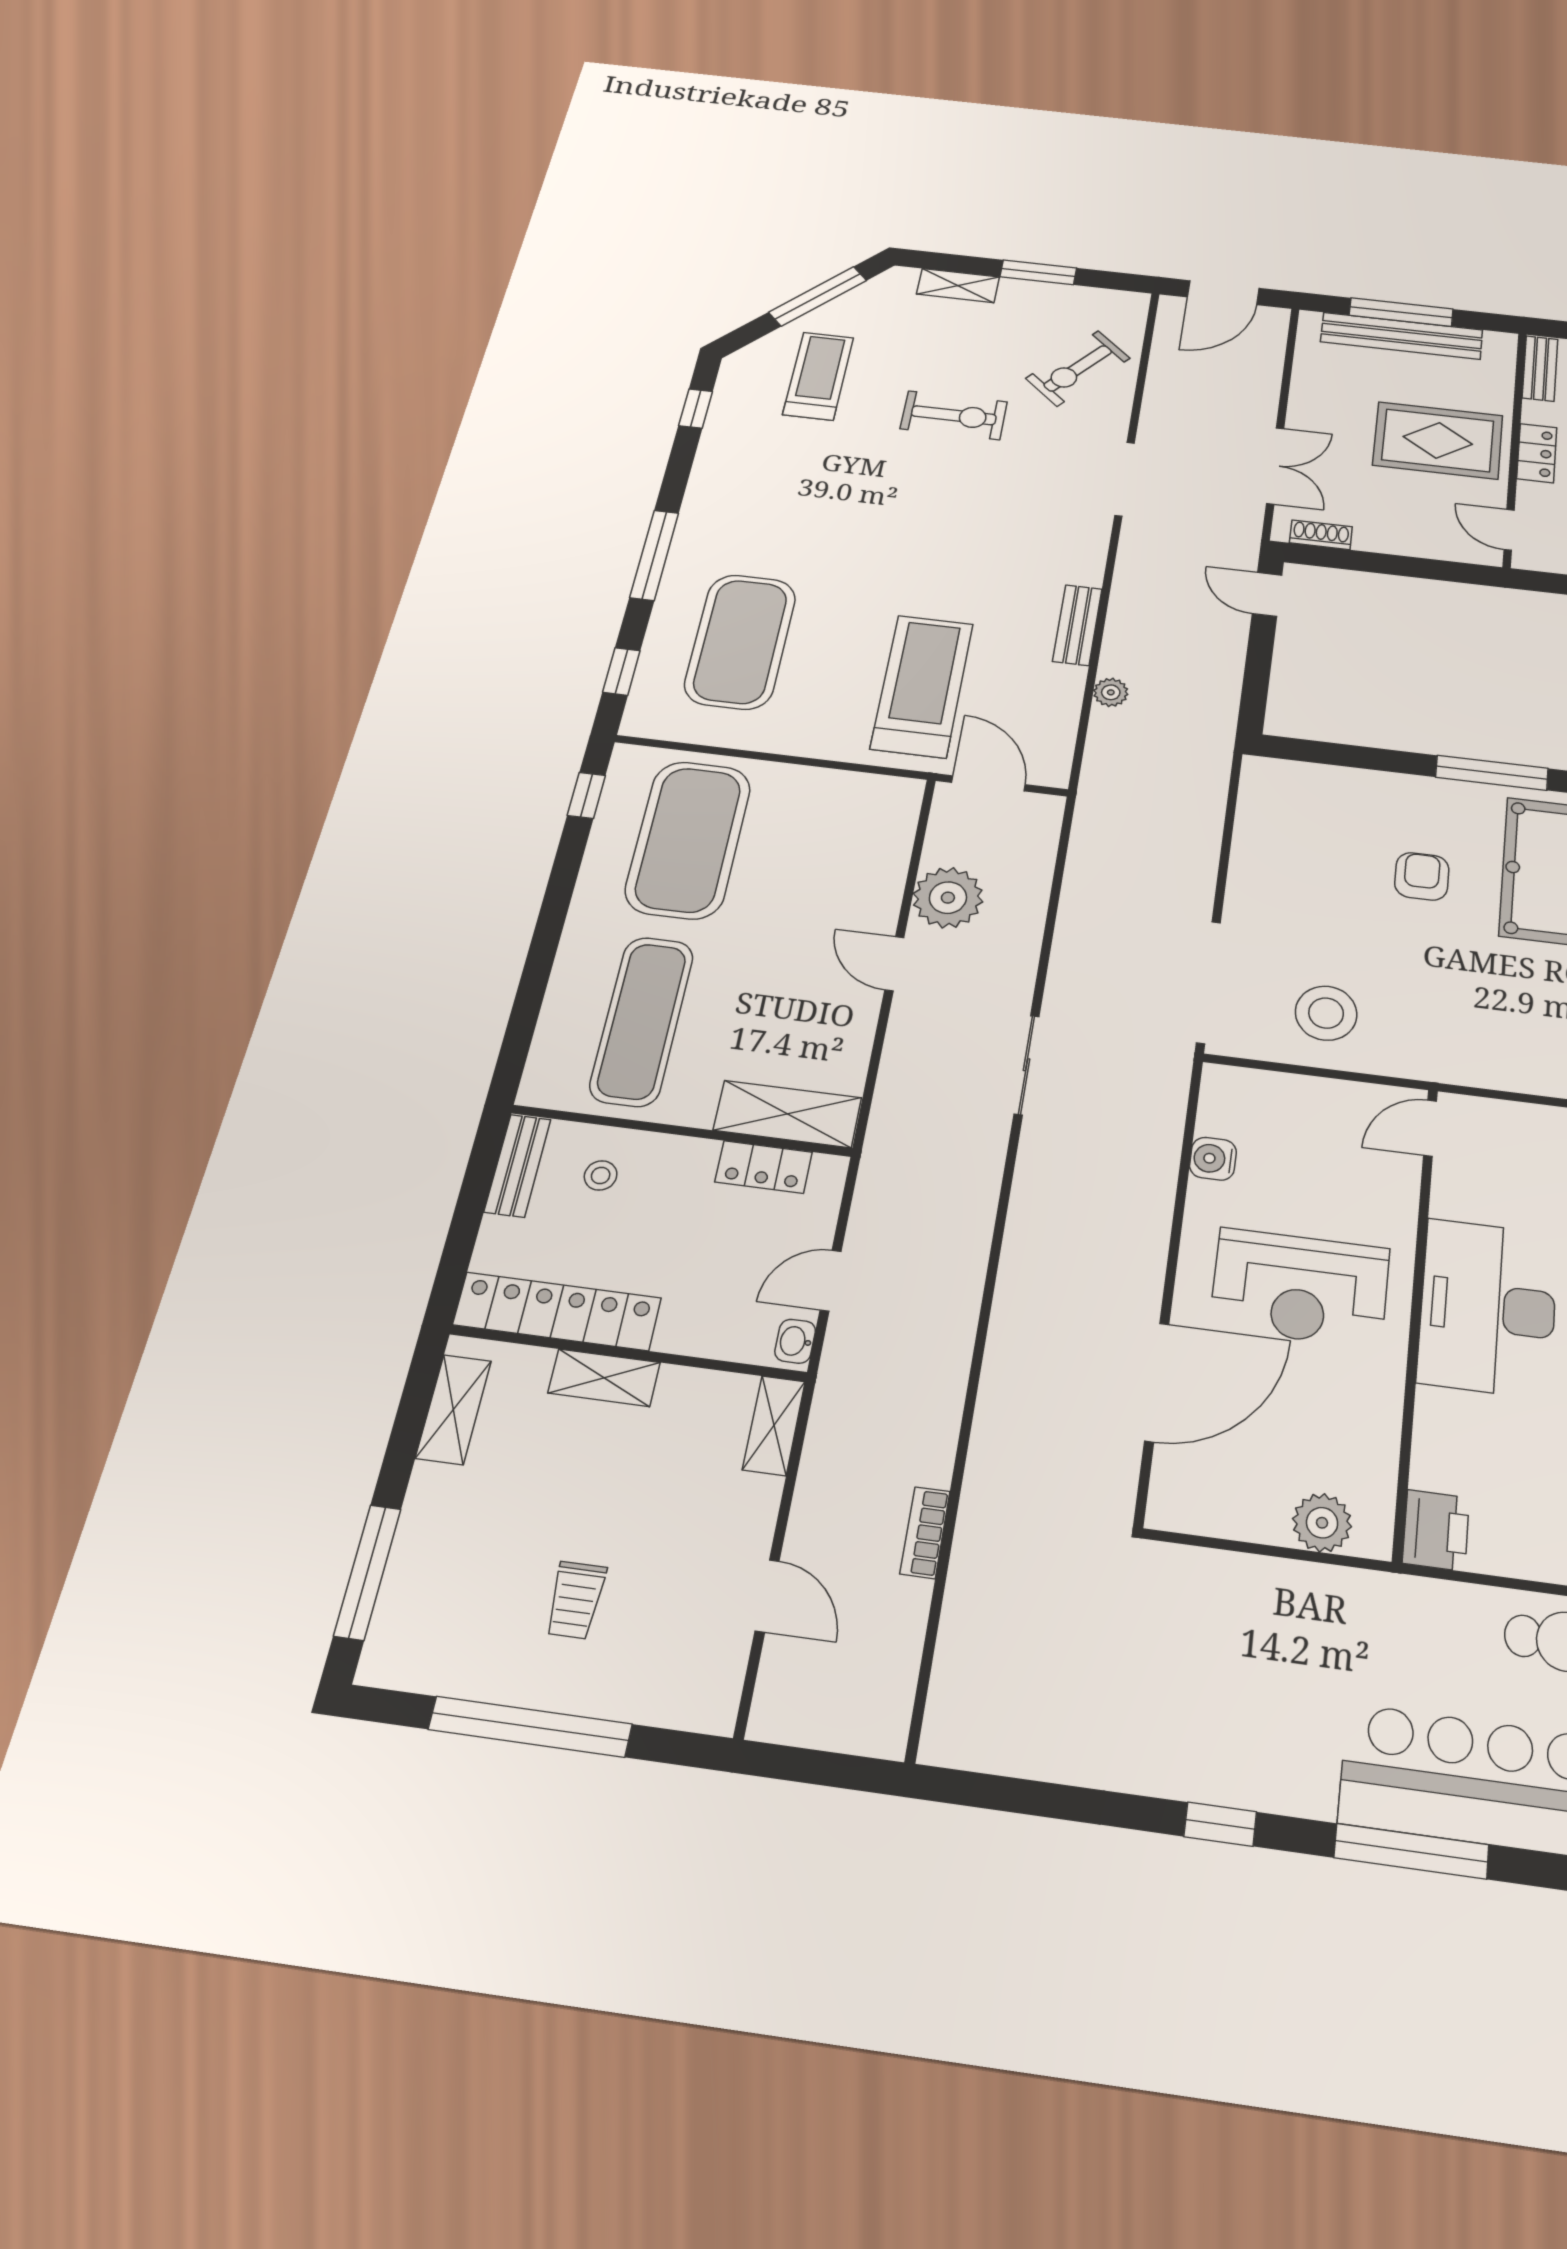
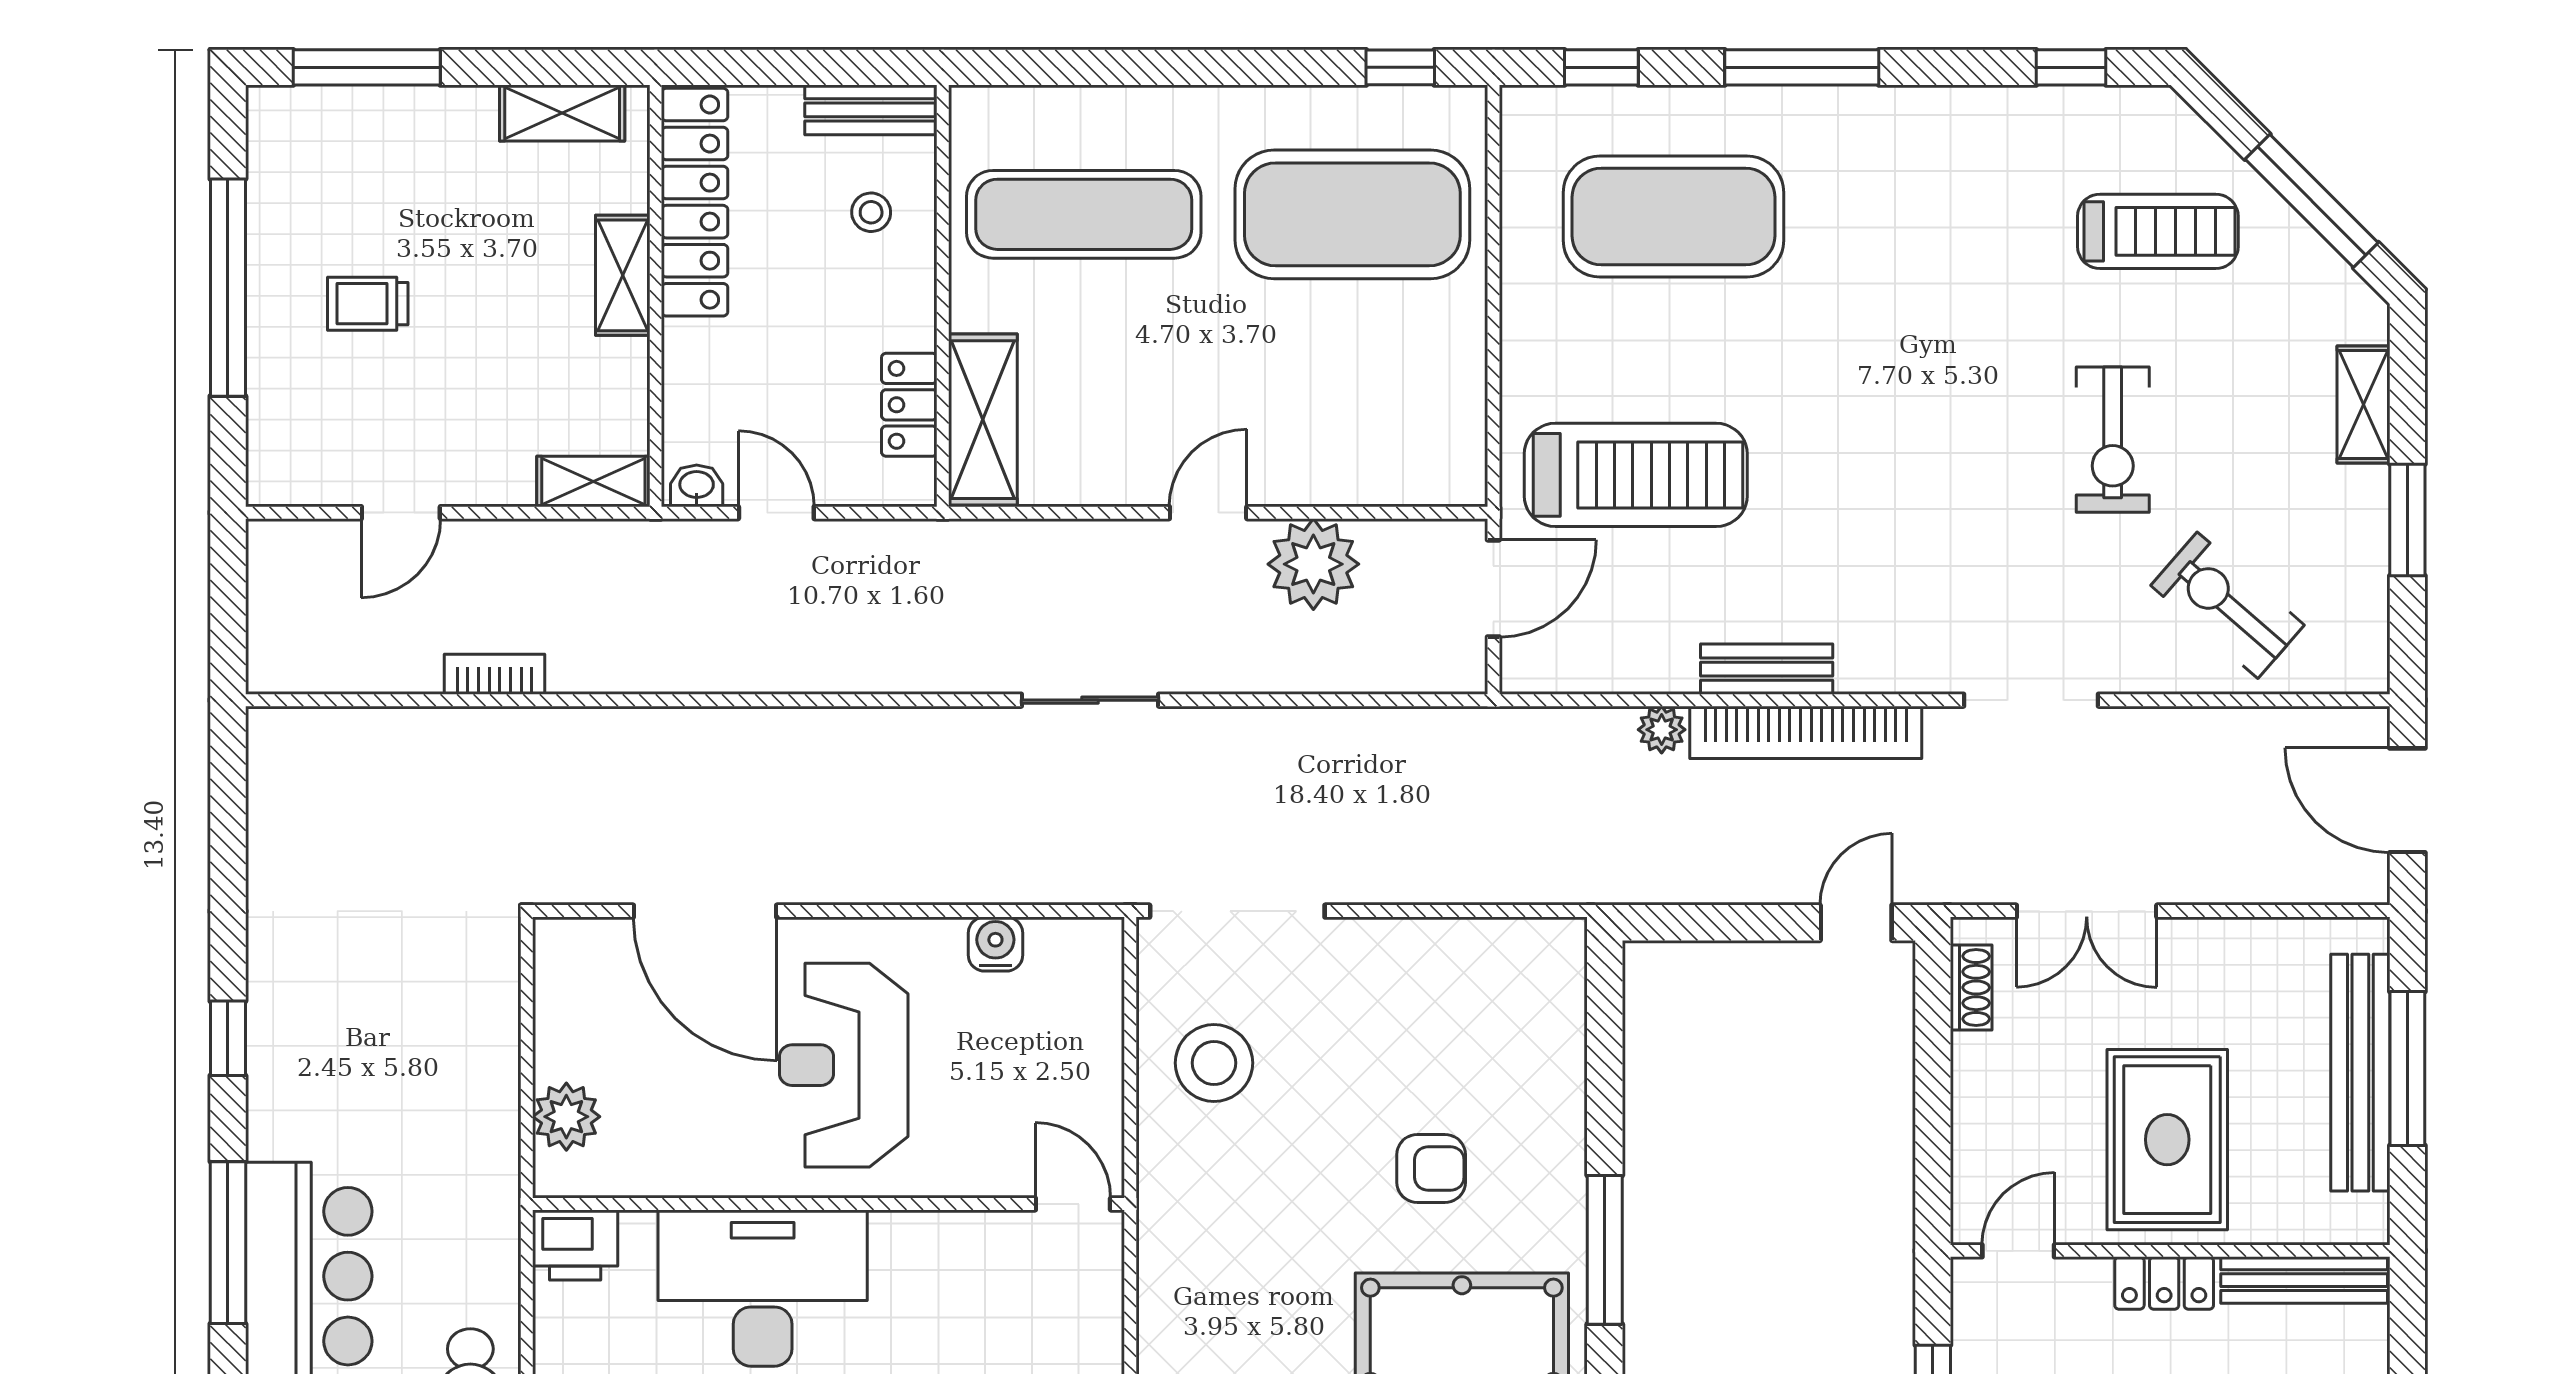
bench: (1540, 368) -> (2304, 1280), width x1.36
bookcase: (1127, 608) -> (1806, 732), added
desk: (1488, 1308) -> (763, 1288), moved

